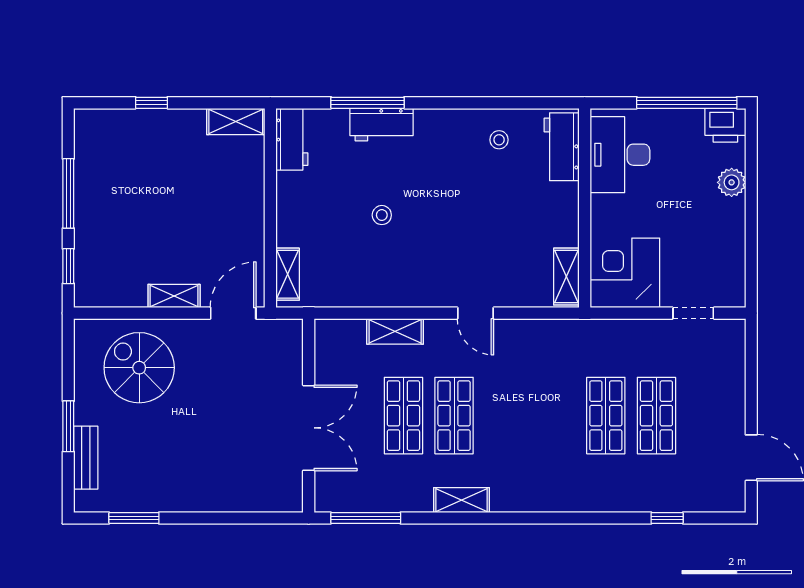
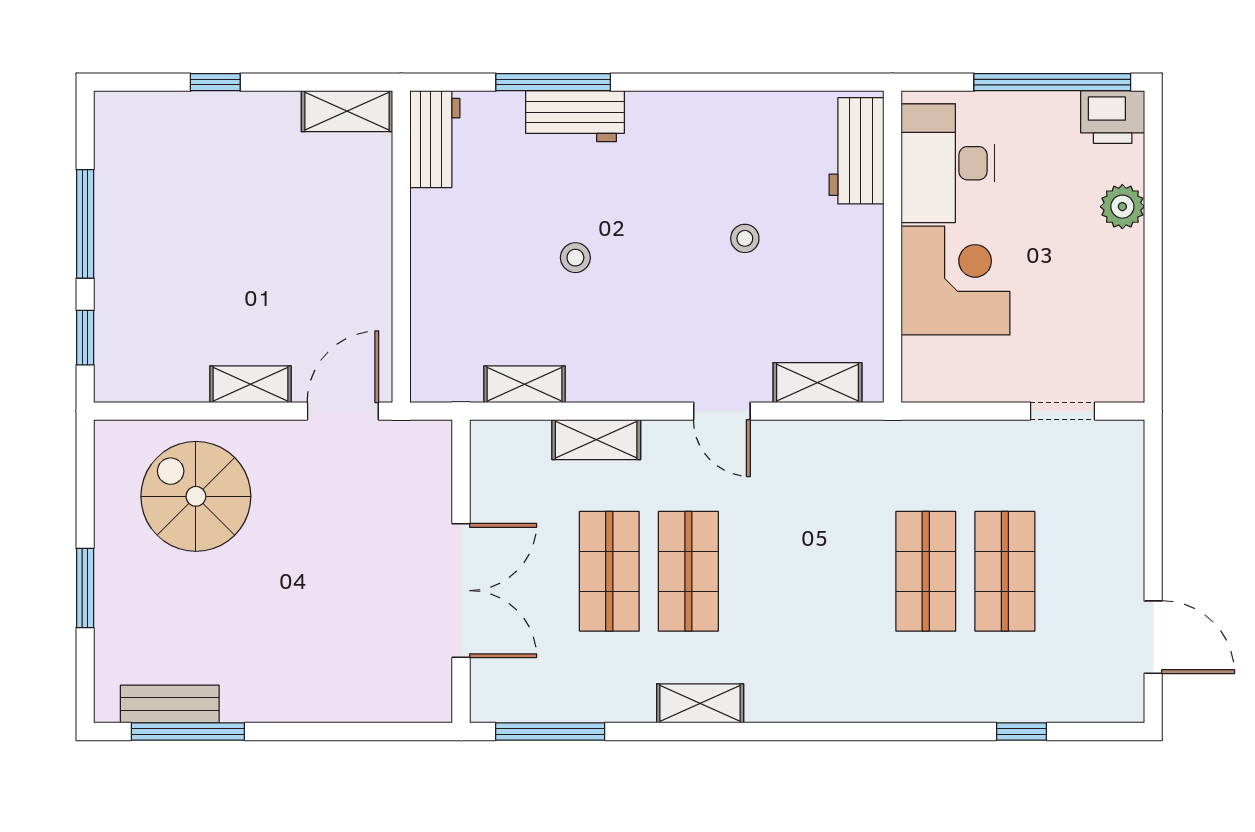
stool: (499, 140) -> (745, 238), moved
corner desk: (625, 273) -> (955, 281), moved, turned 90
shelving: (288, 274) -> (525, 384), moved, turned 90
shelving: (566, 277) -> (817, 383), moved, turned 90
bench: (86, 458) -> (170, 704), moved, turned 90
window: (134, 518) -> (188, 732), width x1.44

